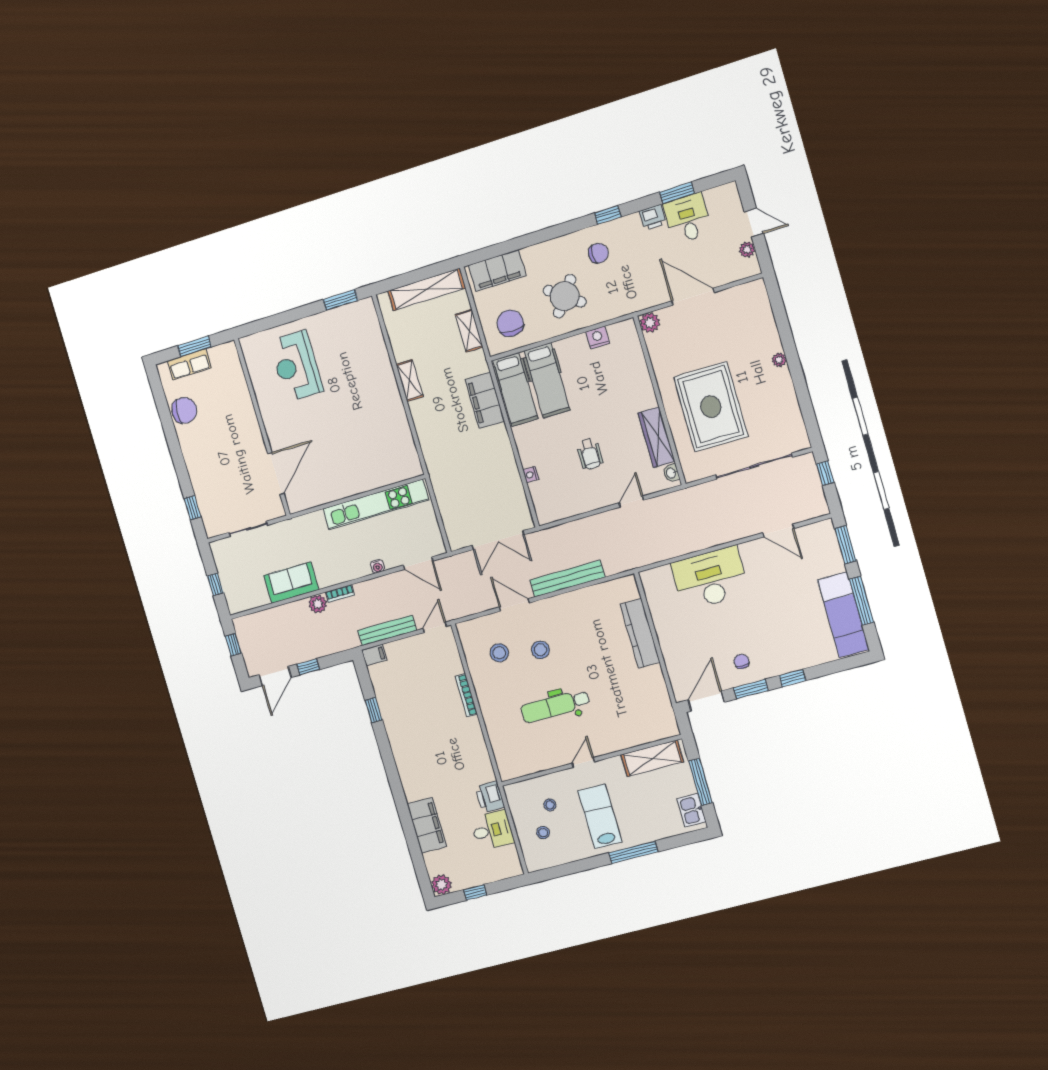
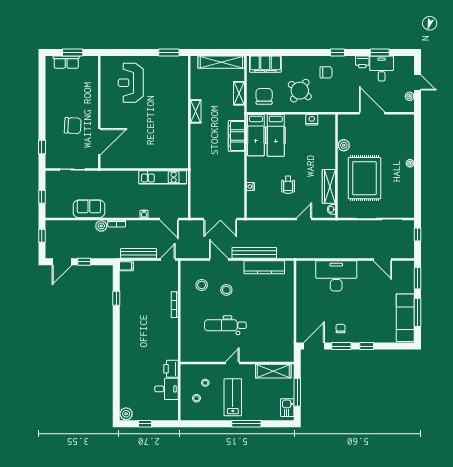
plant: (650, 323) -> (344, 145), moved
chair: (184, 410) -> (73, 126), moved
kitchen unit: (376, 504) -> (163, 177), width x0.73
kitchen counter: (640, 633) -> (264, 267), moved, turned -90
filing cabinet: (427, 825) -> (128, 376), removed

